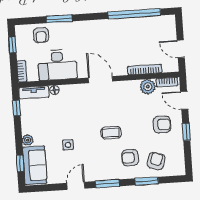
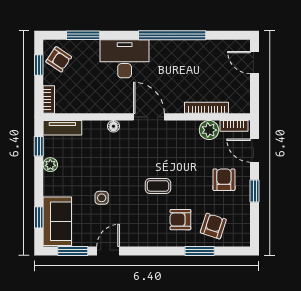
window: (134, 14) -> (172, 35), moved
window: (59, 19) -> (83, 35), moved
armchair: (41, 35) -> (59, 59), moved, turned -56
door: (181, 49) -> (255, 63), moved
desk: (57, 65) -> (125, 59), moved, turned 180
floor lamp: (54, 90) -> (113, 126), moved
armchair: (162, 124) -> (224, 180), turned -90
plant: (28, 140) -> (50, 165), moved
window: (107, 184) -> (73, 251), moved

